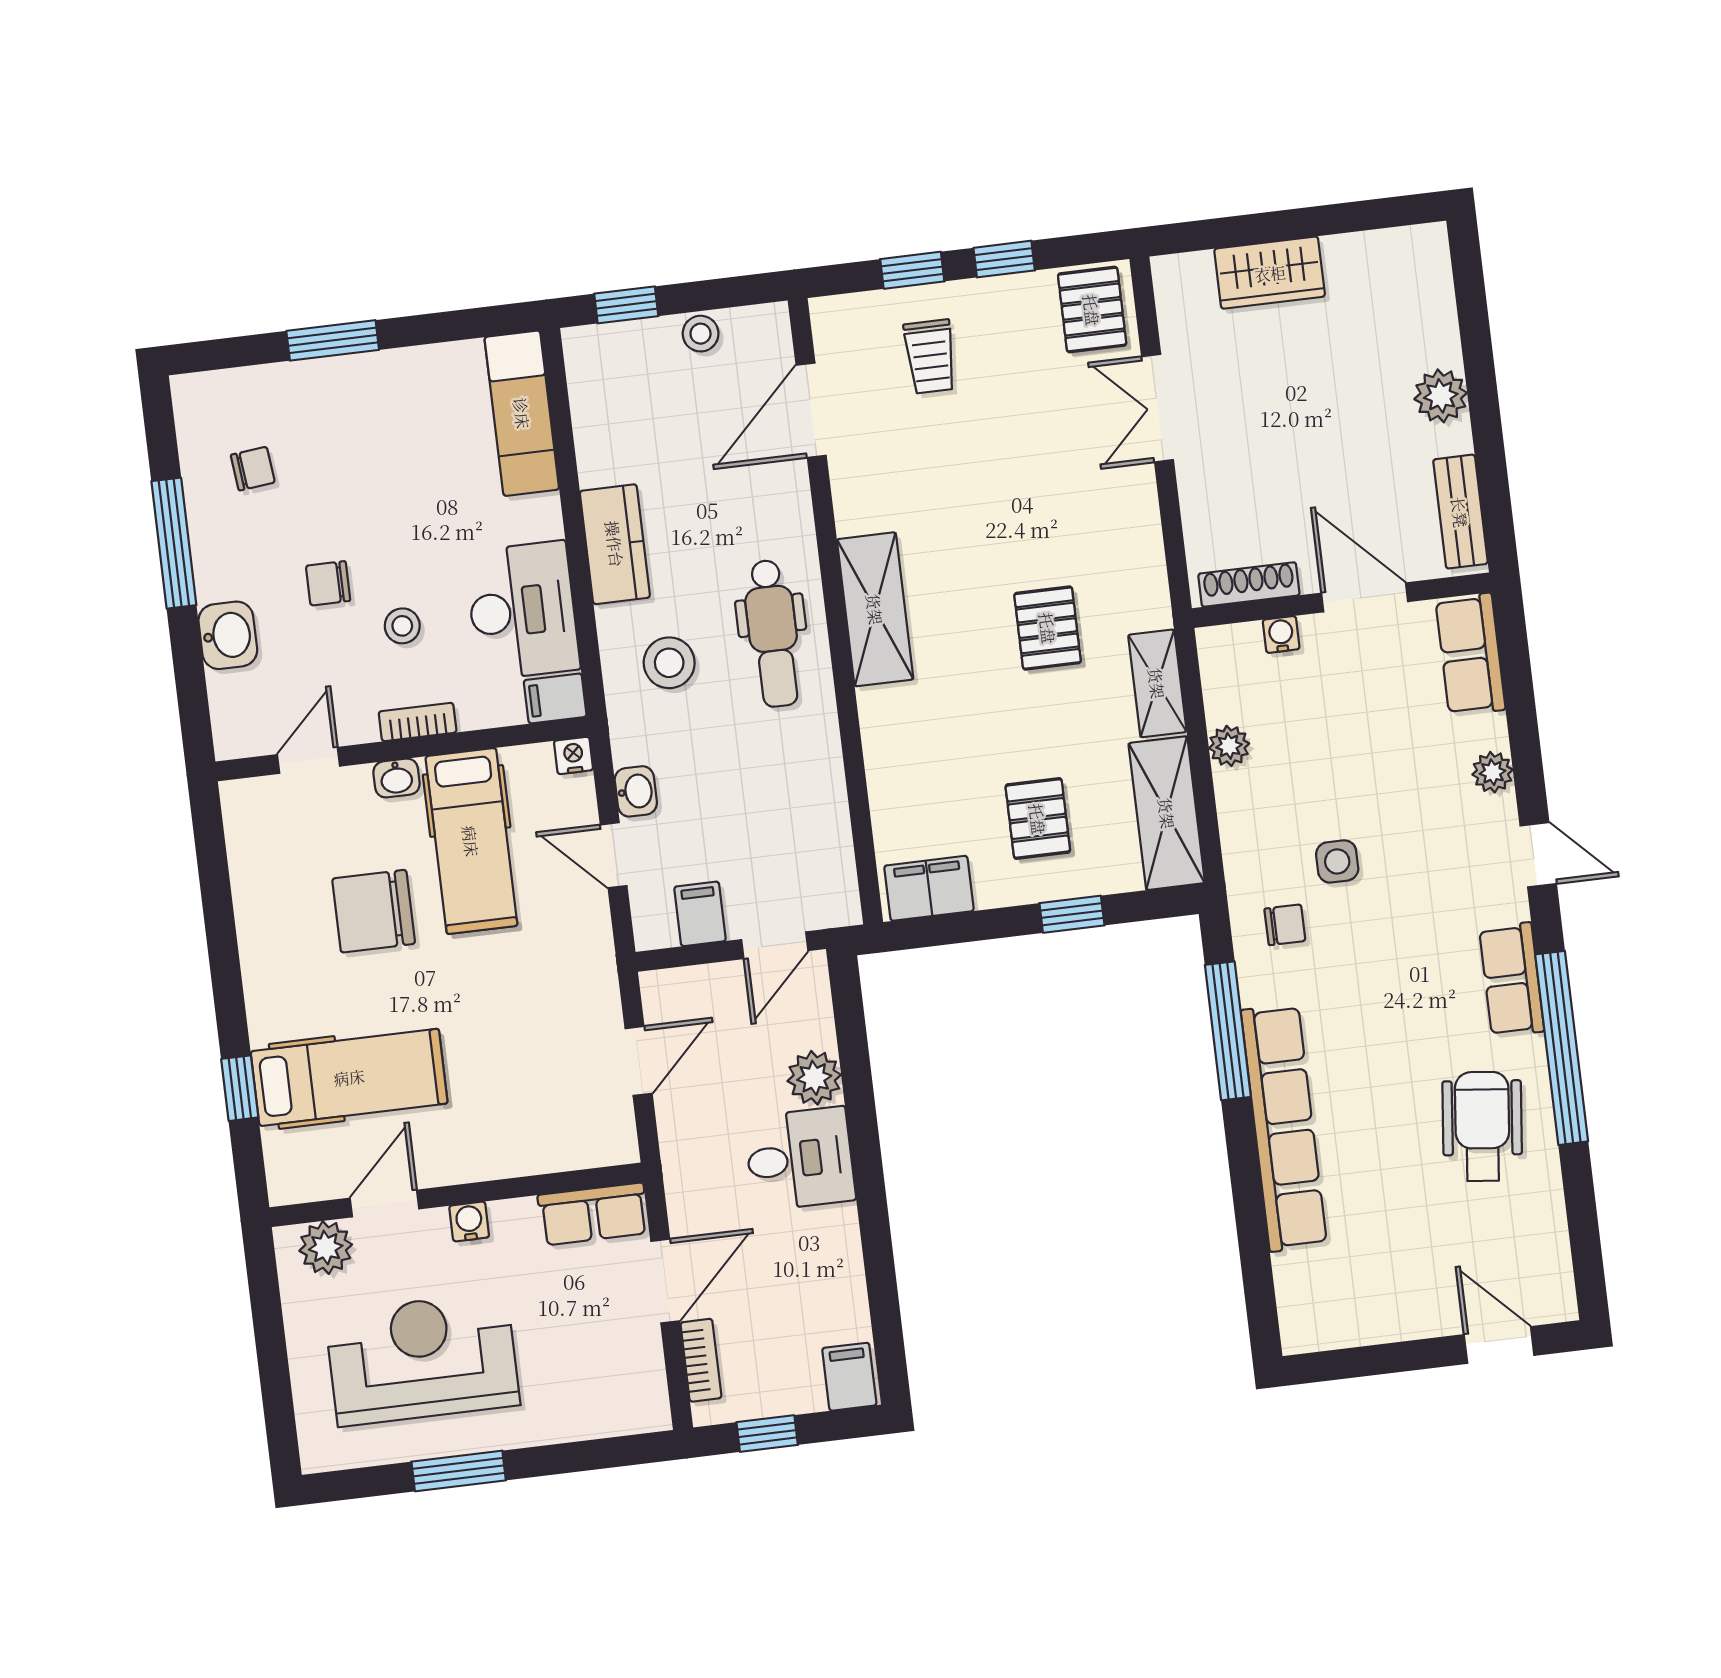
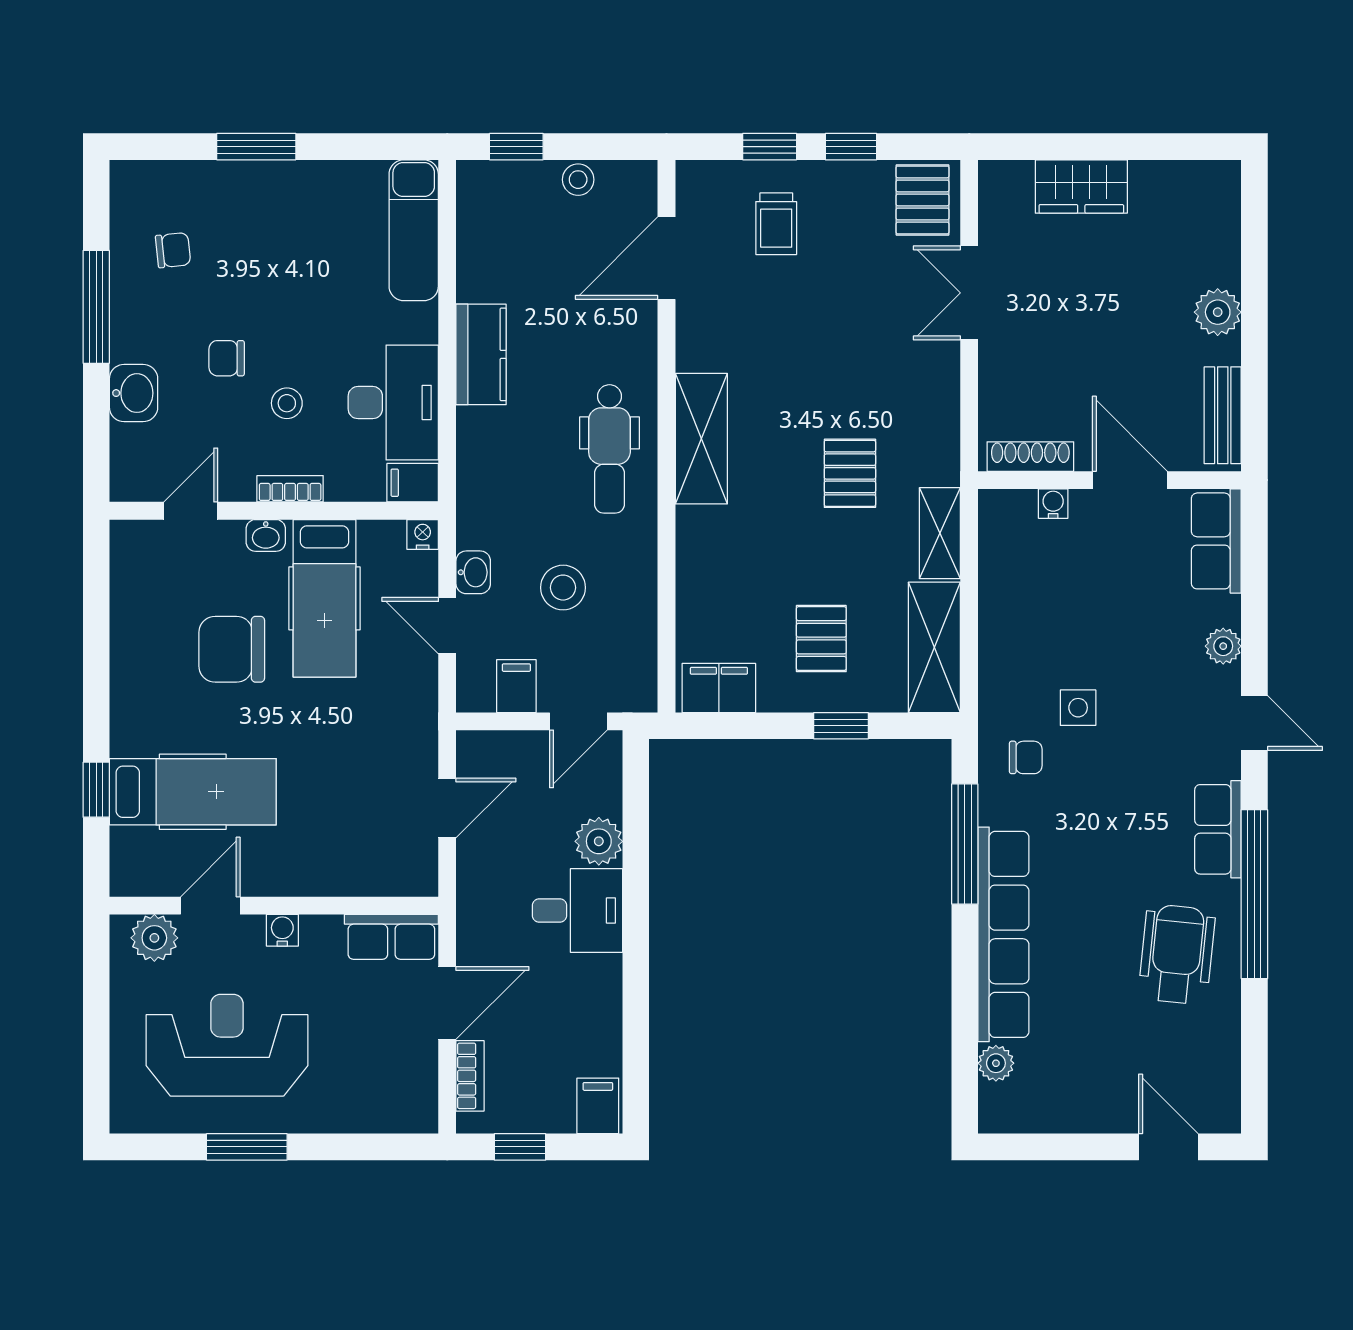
stool: (669, 663) -> (563, 588), moved
plant: (1229, 746) -> (996, 1063), moved

